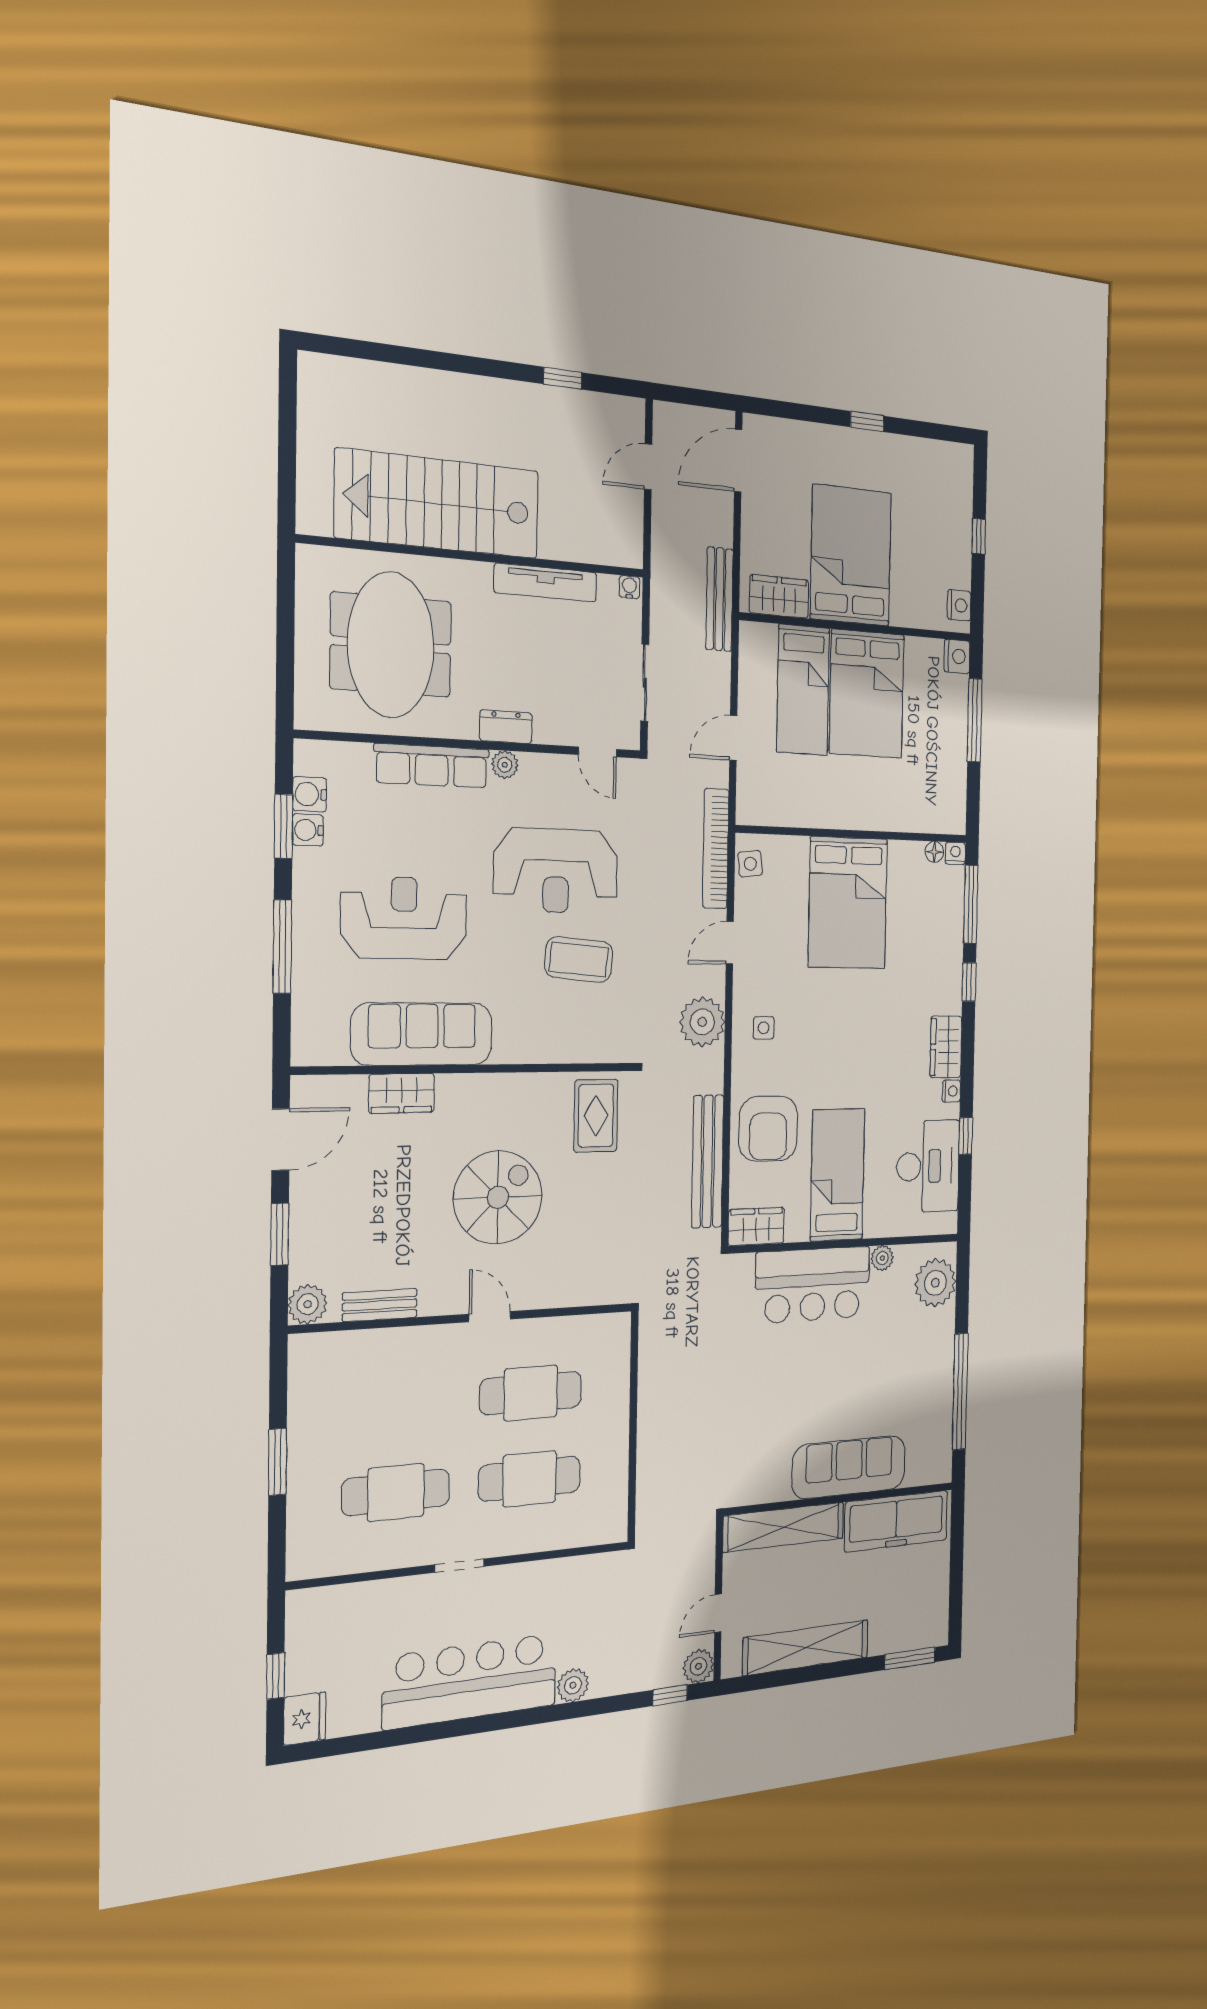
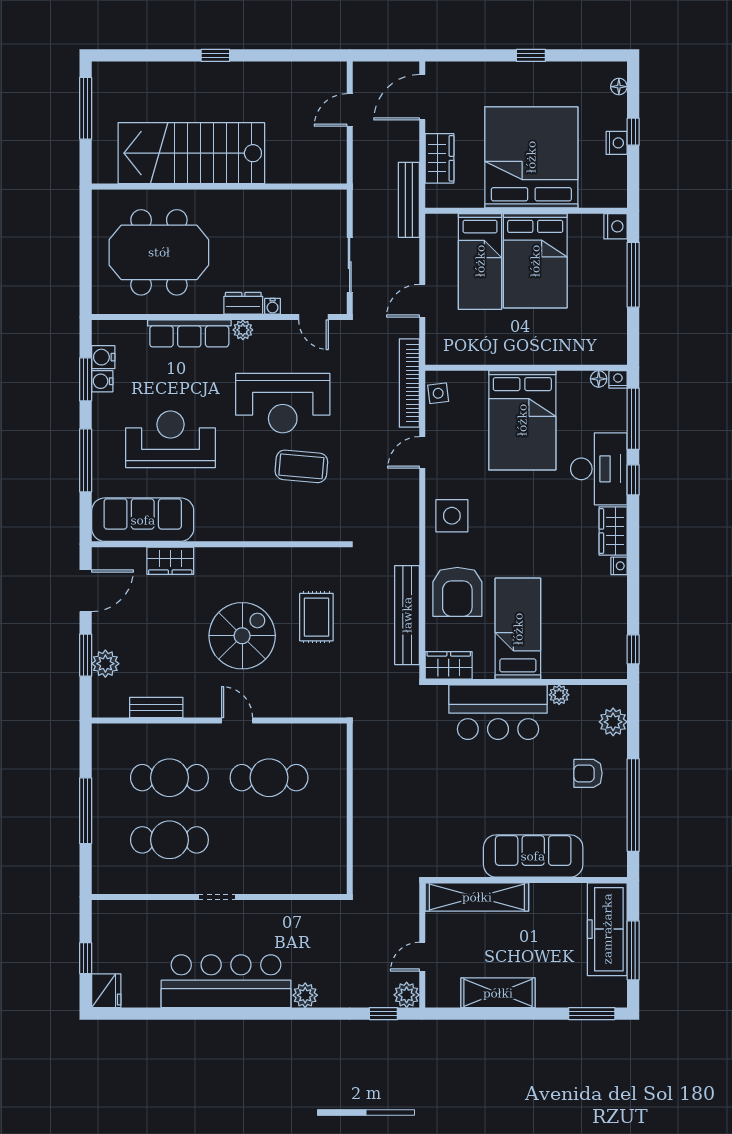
window: (563, 378) -> (215, 55), moved
window: (287, 419) -> (86, 108), added
floor lamp: (964, 476) -> (619, 87), added
bed: (851, 555) -> (531, 157), width x1.36
tv unit: (546, 583) -> (272, 200), removed
water cooler: (629, 587) -> (273, 306), moved, turned 180
wardrobe: (779, 596) -> (439, 158), moved, turned 90
nightstand: (959, 605) -> (617, 143), moved
meeting table: (391, 645) -> (159, 252), turned 90
plant: (702, 1022) -> (401, 511), removed
side table: (764, 1028) -> (452, 516), width x1.87, depth x1.87
sofa: (422, 1034) -> (143, 520), moved
rug: (596, 1116) -> (316, 617), moved
window: (966, 1136) -> (633, 649), moved
desk: (928, 1166) -> (599, 469), moved
plant: (935, 1283) -> (613, 722), width x0.73, depth x0.73
plant: (308, 1304) -> (105, 664), moved
armchair: (912, 1356) -> (588, 773), added
window: (278, 1462) -> (86, 811), width x1.44
cafe table: (530, 1479) -> (169, 778), moved
freezer: (896, 1521) -> (607, 929), moved, turned 90
window: (956, 1573) -> (633, 950), added
shelving: (806, 1648) -> (498, 993), width x0.68

